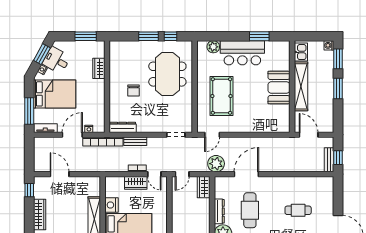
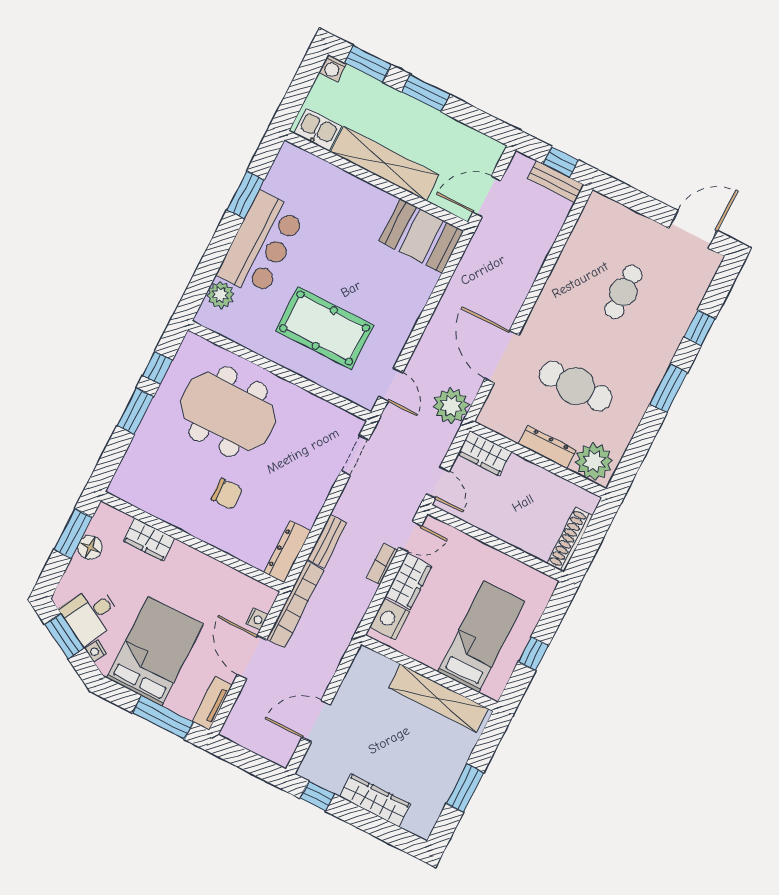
floor lamp: (83, 46) -> (90, 548), added
booth: (279, 88) -> (421, 236), moved
nightstand: (111, 205) -> (390, 619), moved, turned 90

